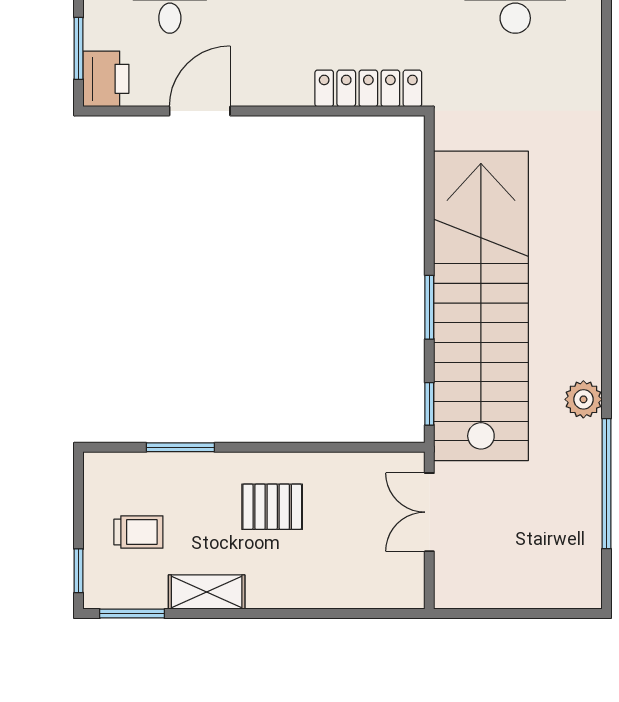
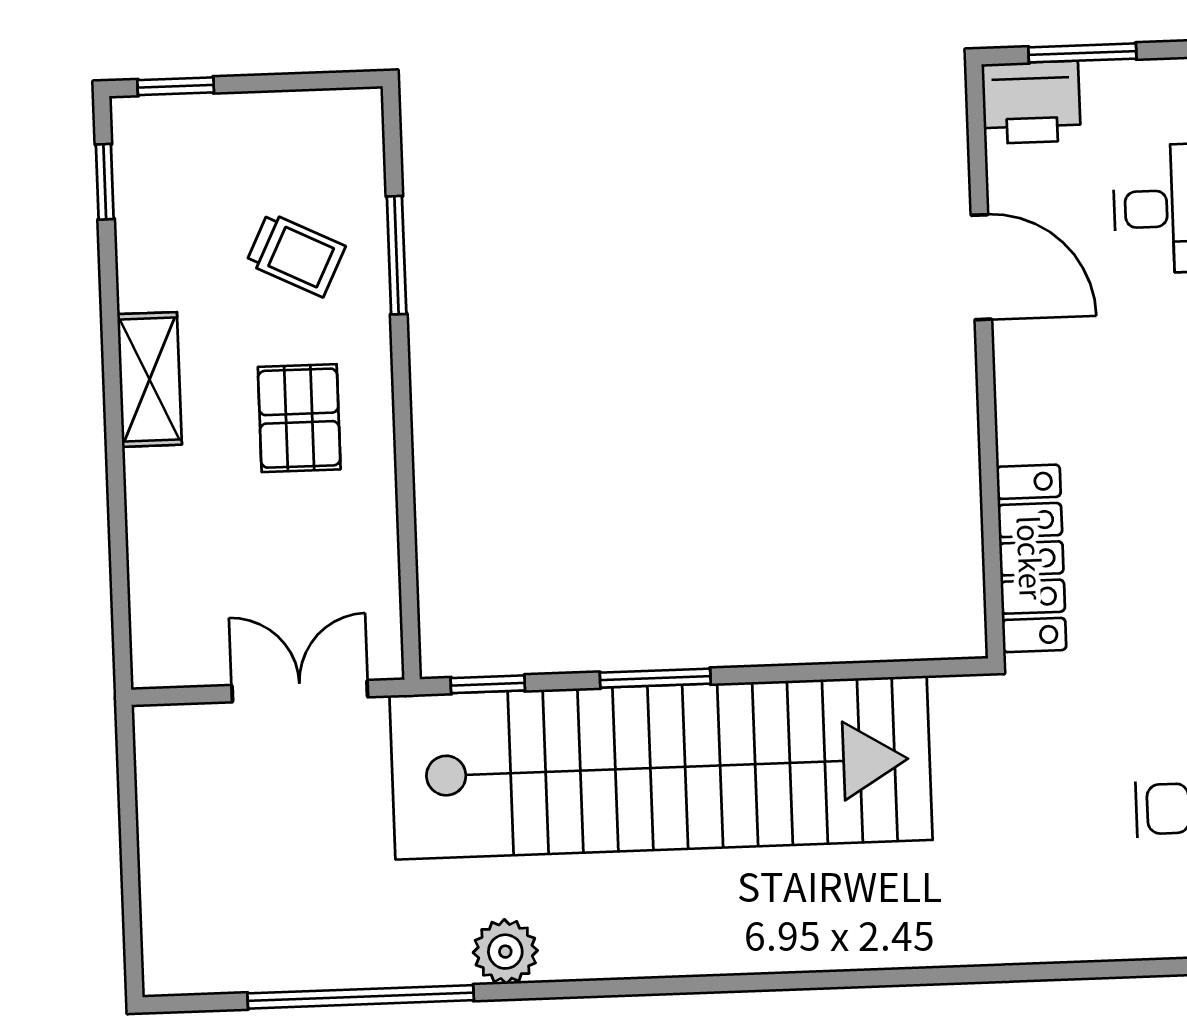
trolley: (138, 532) -> (296, 255), moved, turned -64
shelving: (207, 592) -> (149, 379), moved
window: (132, 614) -> (105, 182), width x0.67

